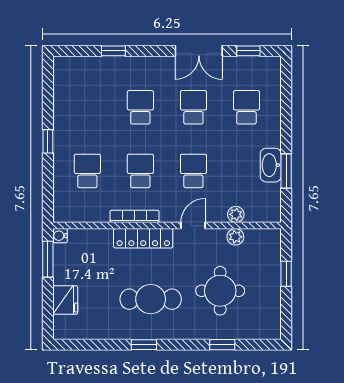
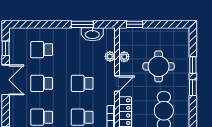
washbasin: (271, 165) -> (92, 34), moved
door: (193, 226) -> (117, 84), swing flipped
window: (286, 274) -> (135, 24), moved
window: (144, 345) -> (193, 88), moved

